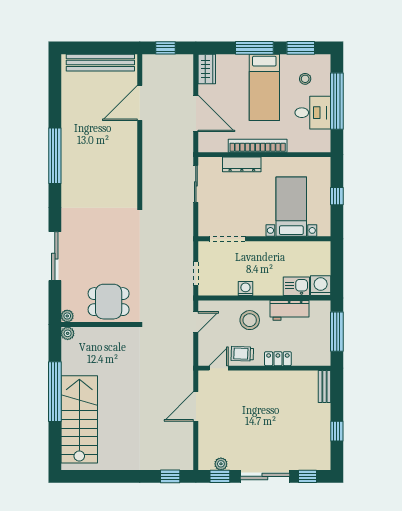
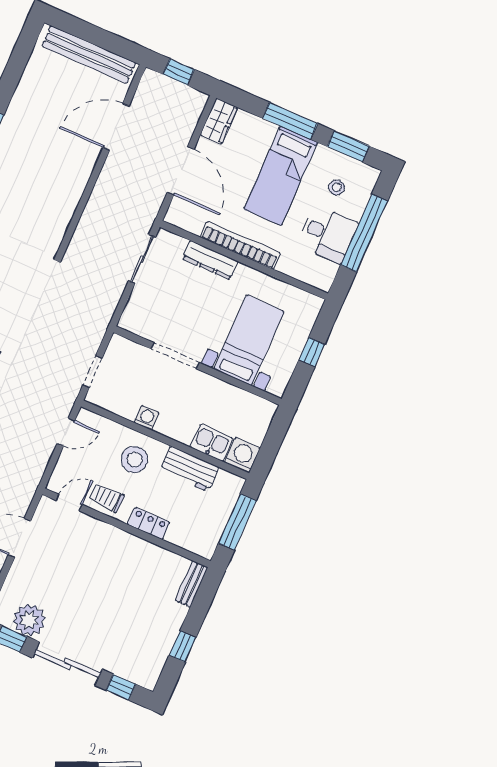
doorway: (227, 239) -> (175, 356), moved
plant: (221, 464) -> (29, 620), width x1.87, depth x1.87

